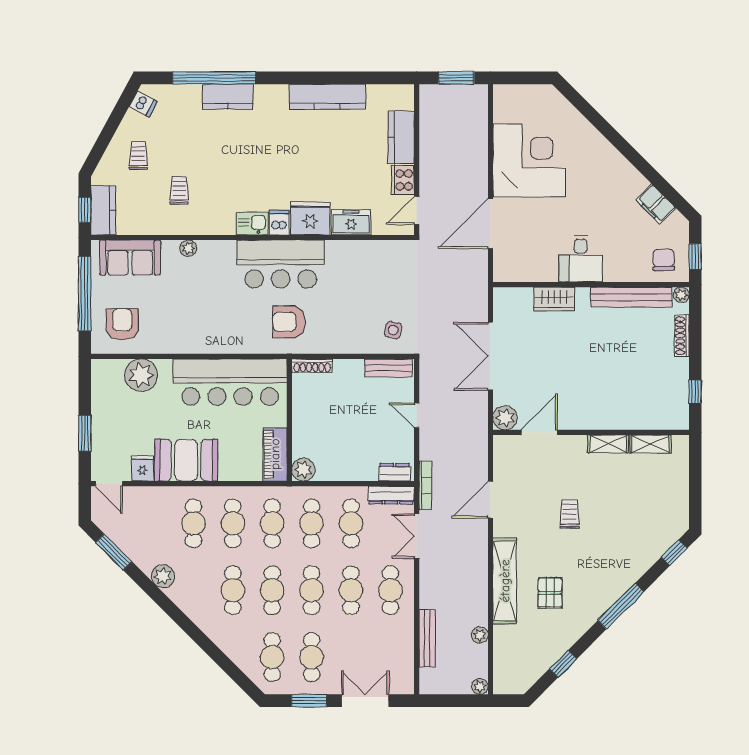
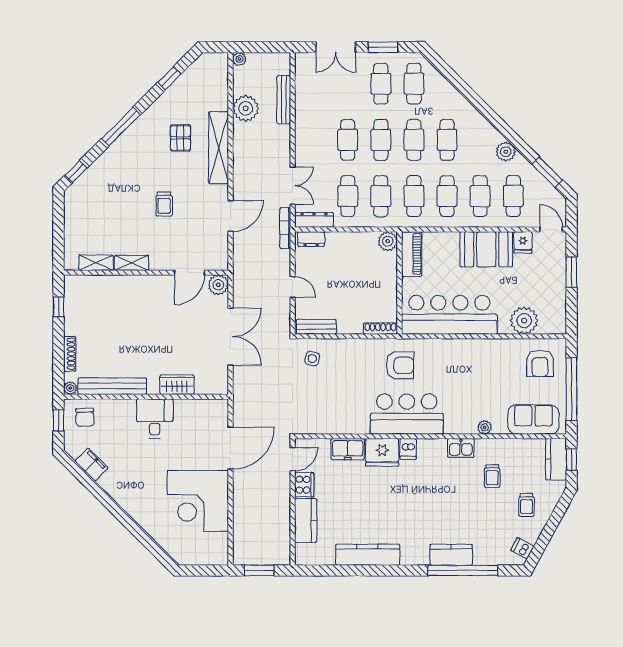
kitchen sink: (252, 224) -> (461, 448), moved
cafe table: (390, 590) -> (513, 196), moved
plant: (480, 635) -> (246, 108), width x1.87, depth x1.87

